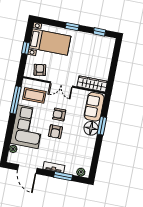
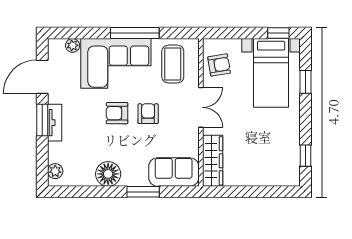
window: (72, 27) -> (306, 82), moved
window: (26, 48) -> (278, 33), moved
double door: (61, 85) -> (201, 107), swing flipped
window: (16, 100) -> (135, 33), moved
floor lamp: (91, 128) -> (108, 174), moved
window: (63, 176) -> (42, 120), moved

